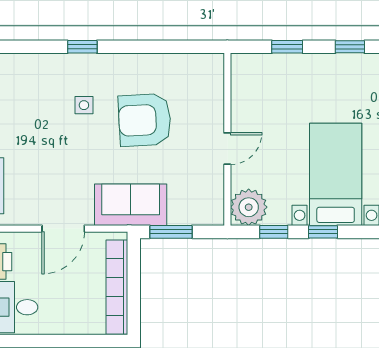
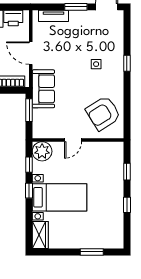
armchair: (145, 120) -> (103, 113), moved, turned -119
door: (227, 149) -> (73, 140), hinge flipped

